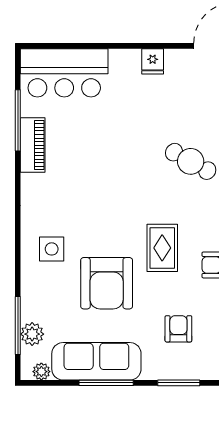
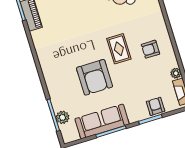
side table: (52, 249) -> (59, 68), removed
armchair: (178, 329) -> (155, 106), moved
plant: (41, 372) -> (74, 136), removed

